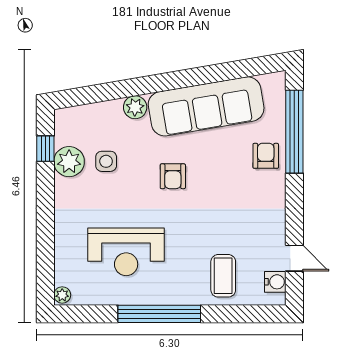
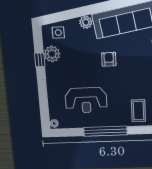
window: (45, 149) -> (40, 60), moved
side table: (106, 161) -> (58, 32), moved
armchair: (173, 176) -> (109, 59), turned 180

